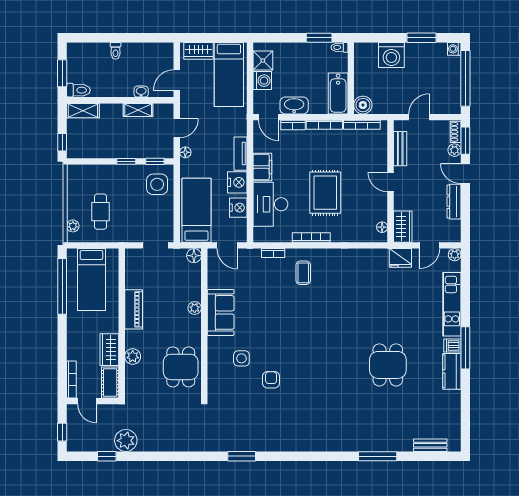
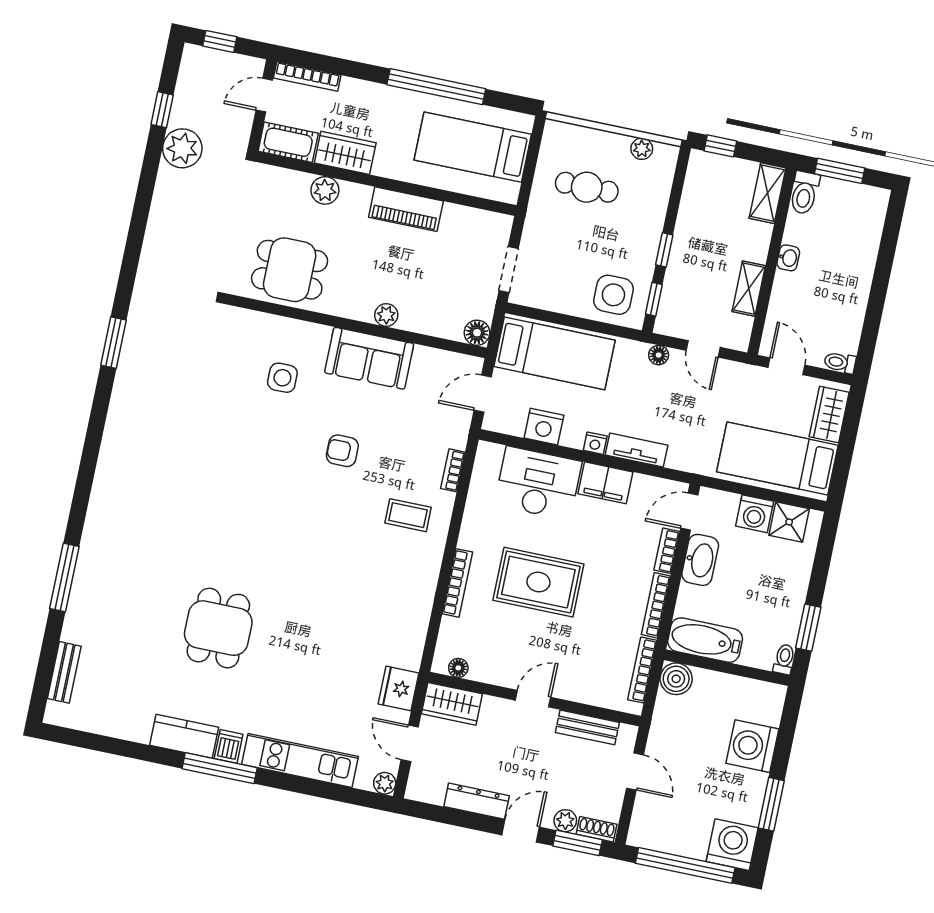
washing machine: (454, 49) -> (732, 845), width x1.89, depth x1.89
toilet: (116, 51) -> (840, 362), moved
washbasin: (141, 92) -> (788, 258), moved
nightstand: (237, 182) -> (595, 443), width x0.53, depth x0.56
plant: (73, 226) -> (642, 149), moved
bookcase: (311, 238) -> (457, 583), moved
window: (62, 286) -> (436, 87), moved
dining table: (388, 365) -> (218, 628), turned 90
armchair: (271, 380) -> (342, 451), moved, turned 180

